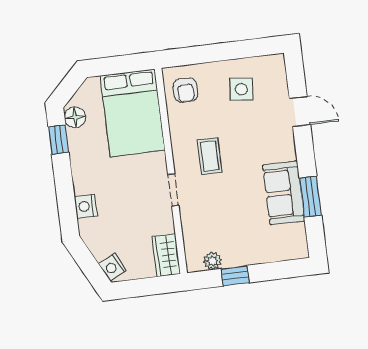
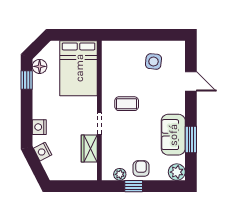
armchair: (186, 90) -> (141, 169), moved, turned 180
coffee table: (210, 156) -> (127, 104), turned 90
plant: (296, 247) -> (177, 172), added
wardrobe: (166, 255) -> (89, 148), moved
nightstand: (112, 267) -> (43, 152), moved

